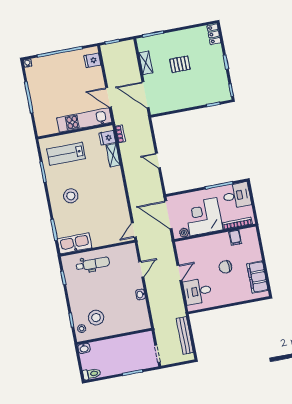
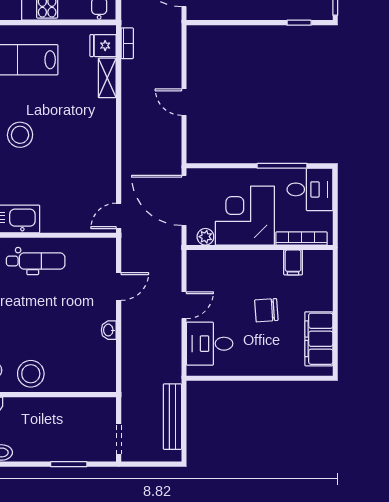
stool: (96, 318) -> (31, 374), moved

